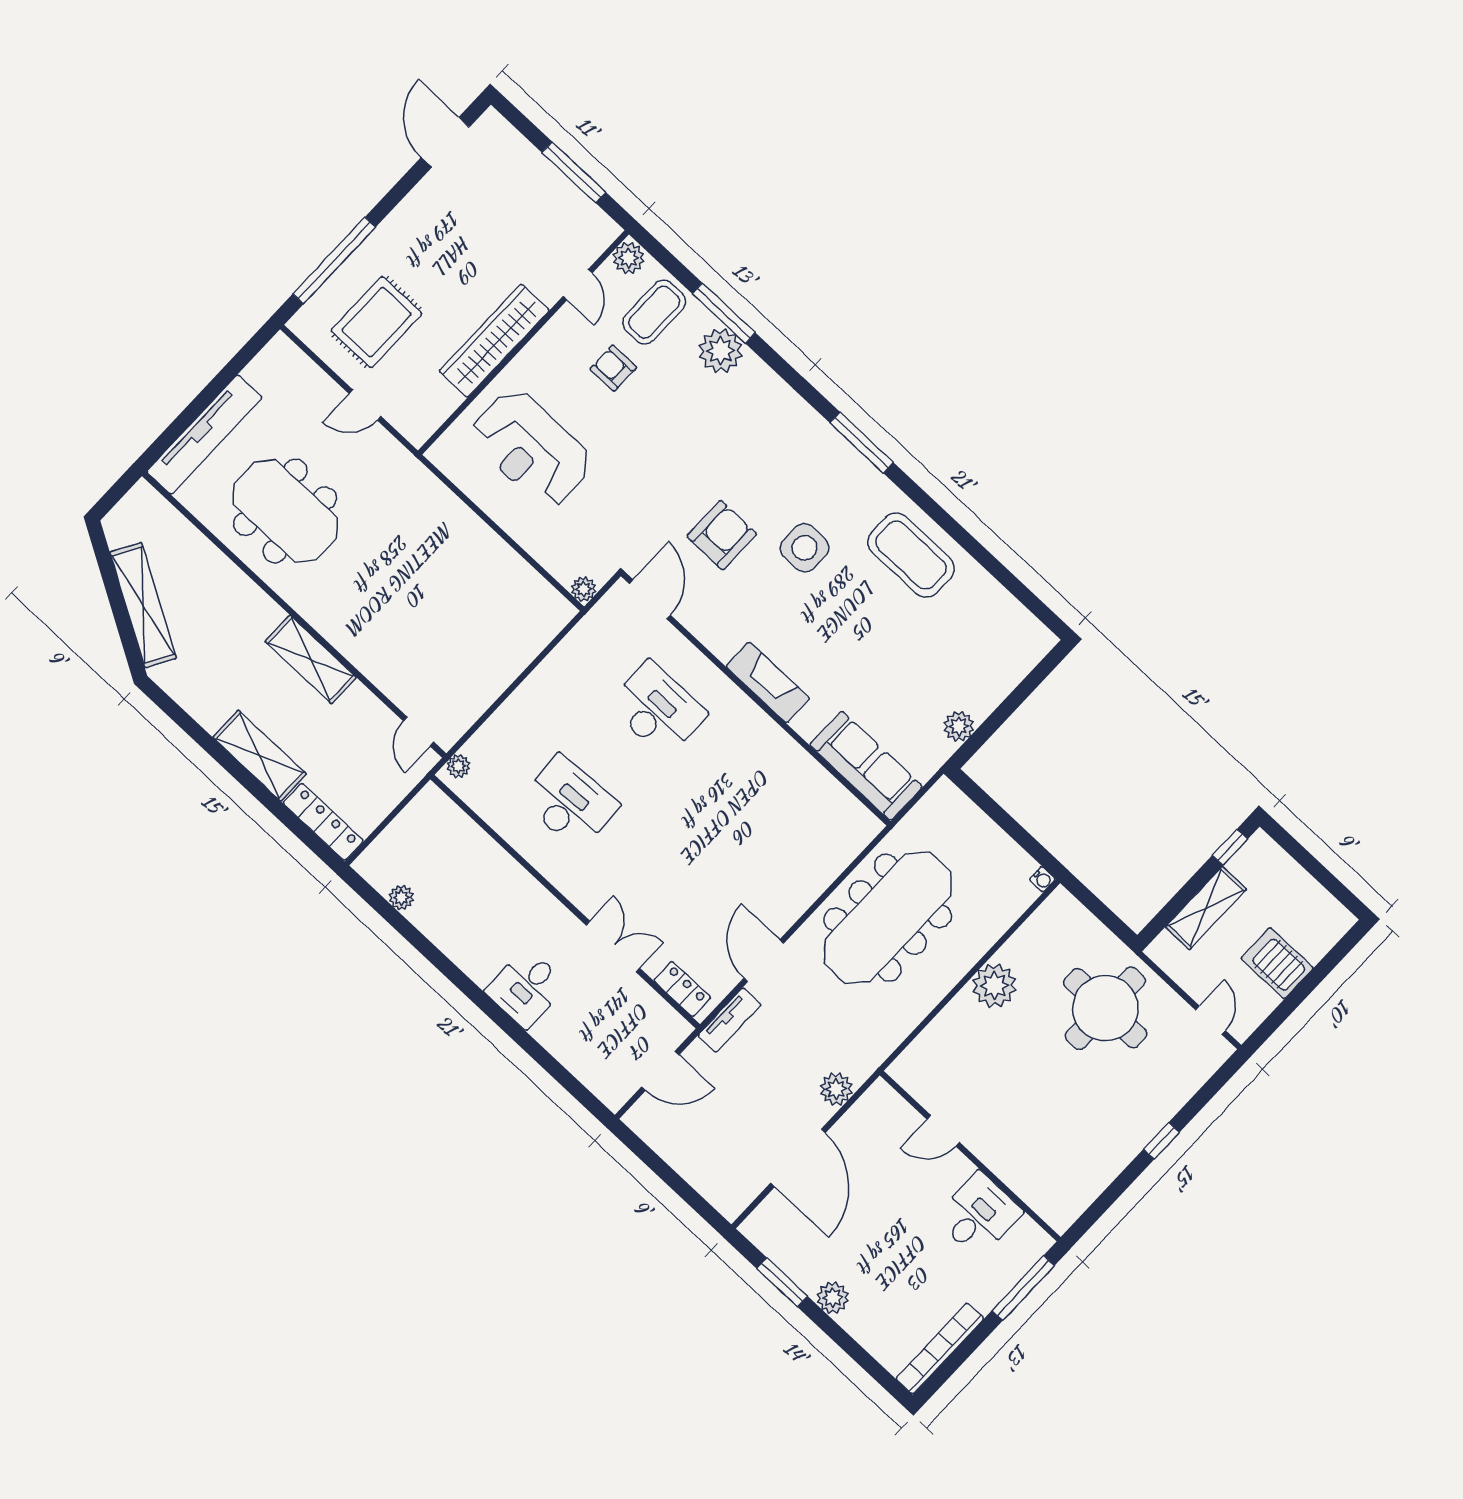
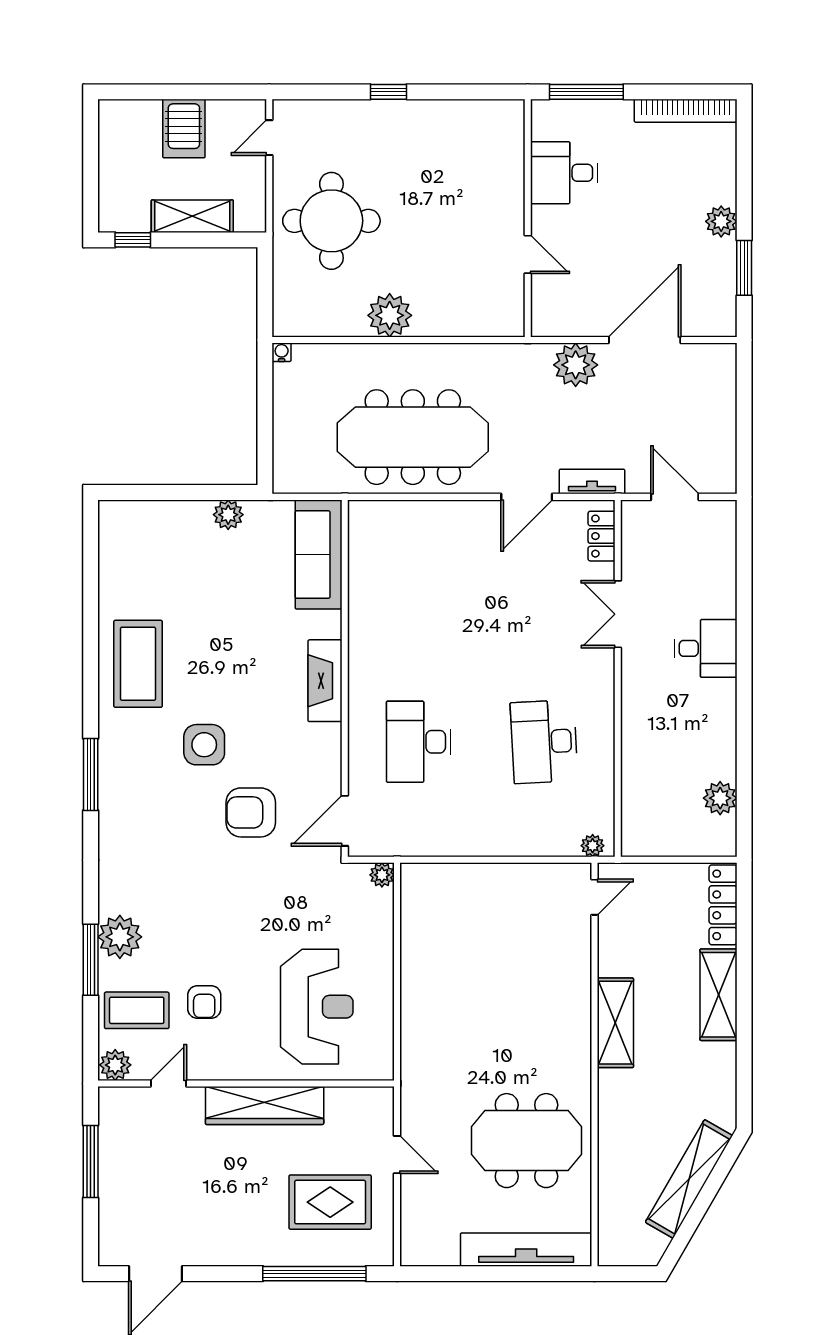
meeting table: (285, 511) -> (526, 1141), turned 90
plant: (401, 898) -> (720, 798), width x1.38, depth x1.38
plant: (836, 1089) -> (576, 365), width x1.36, depth x1.36

